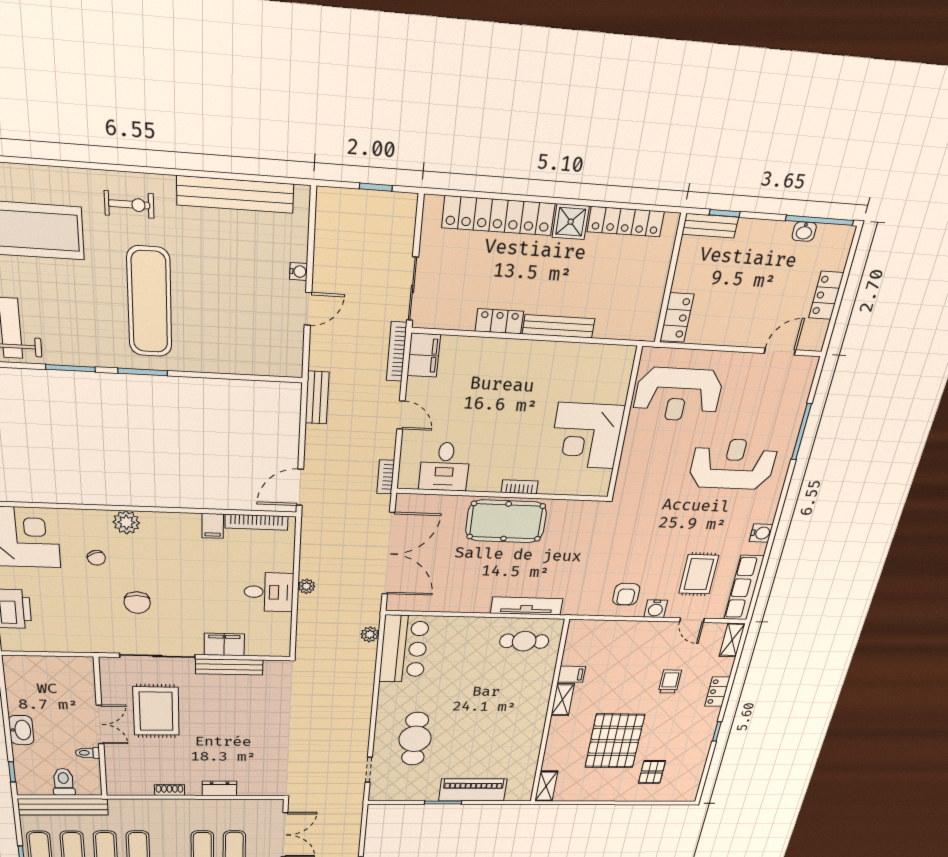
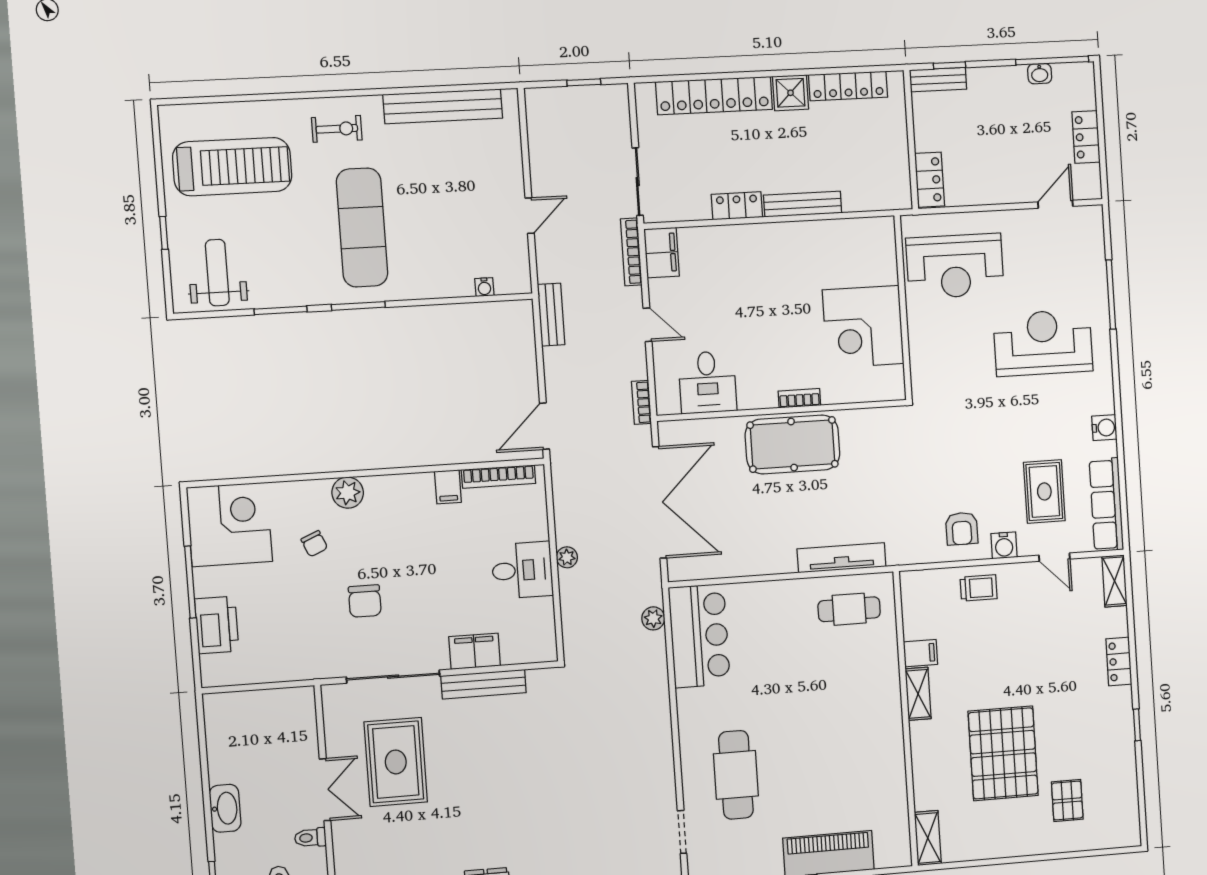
water cooler: (299, 271) -> (484, 287), moved, turned 90
trolley: (670, 681) -> (979, 588), moved, turned 90

